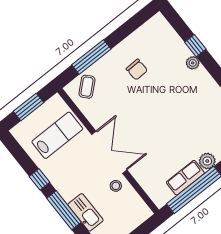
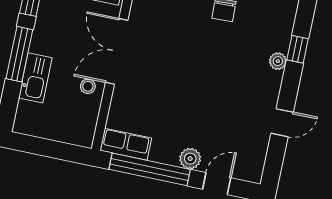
double door: (109, 152) -> (117, 51), swing flipped
row of seats: (185, 178) -> (126, 144), moved

